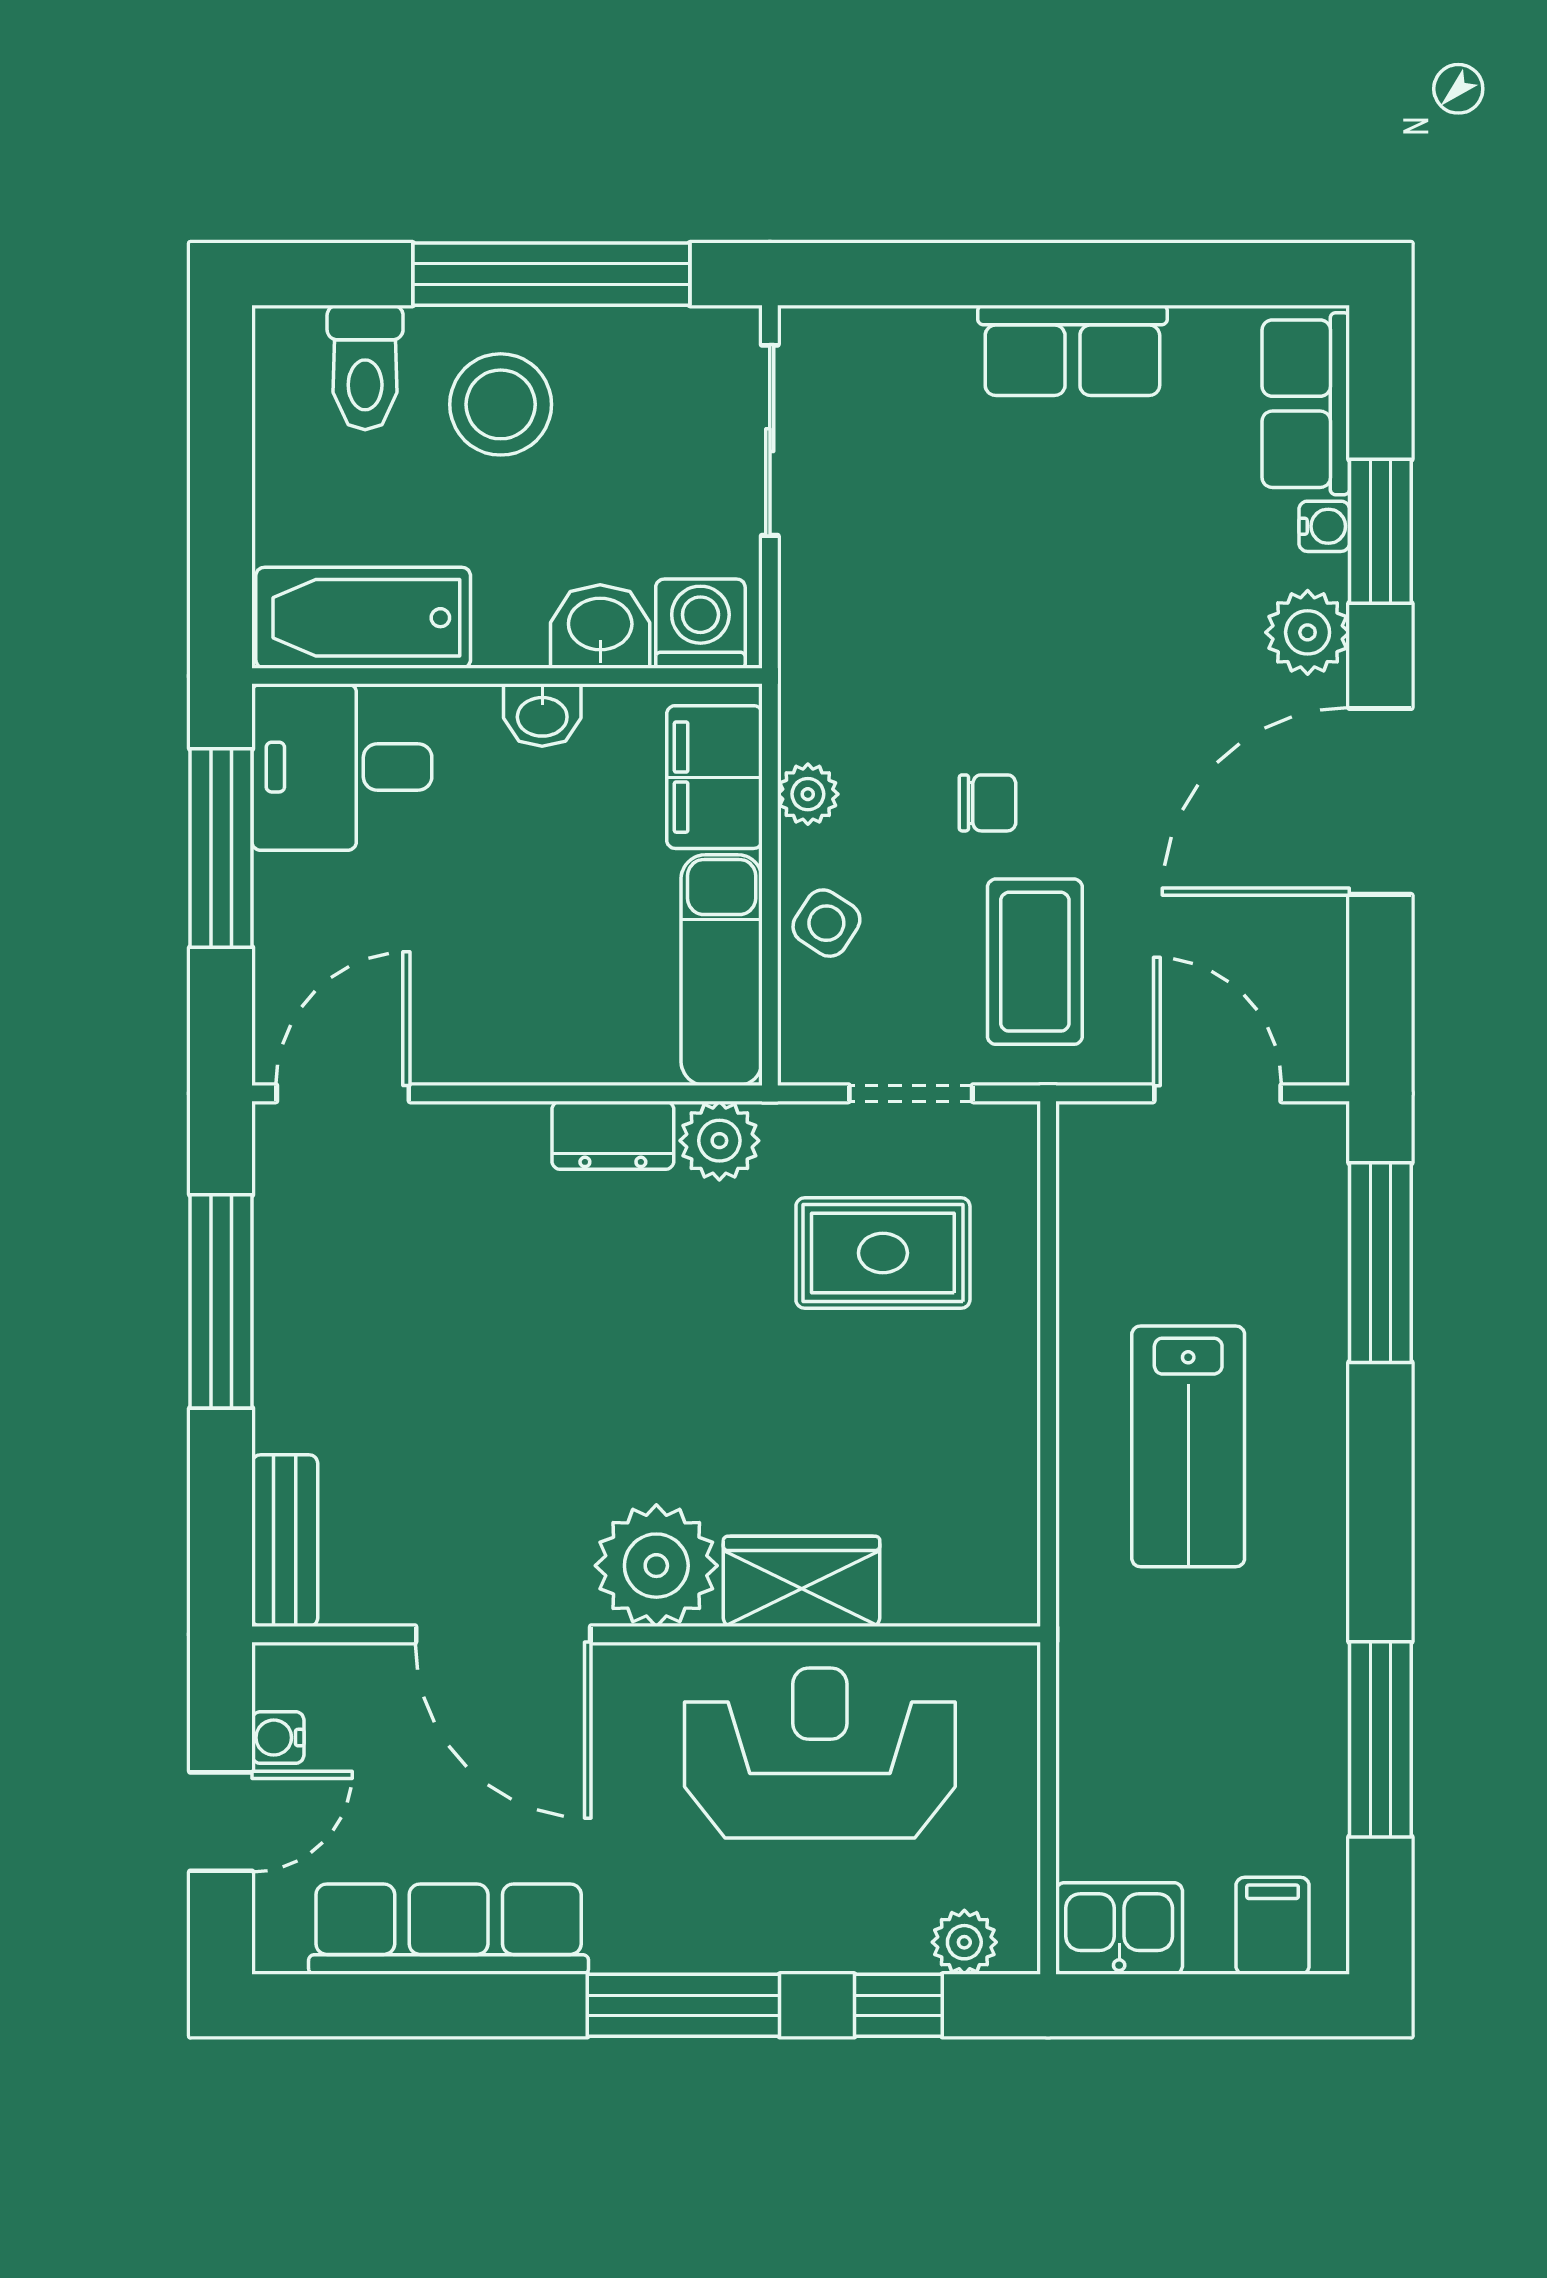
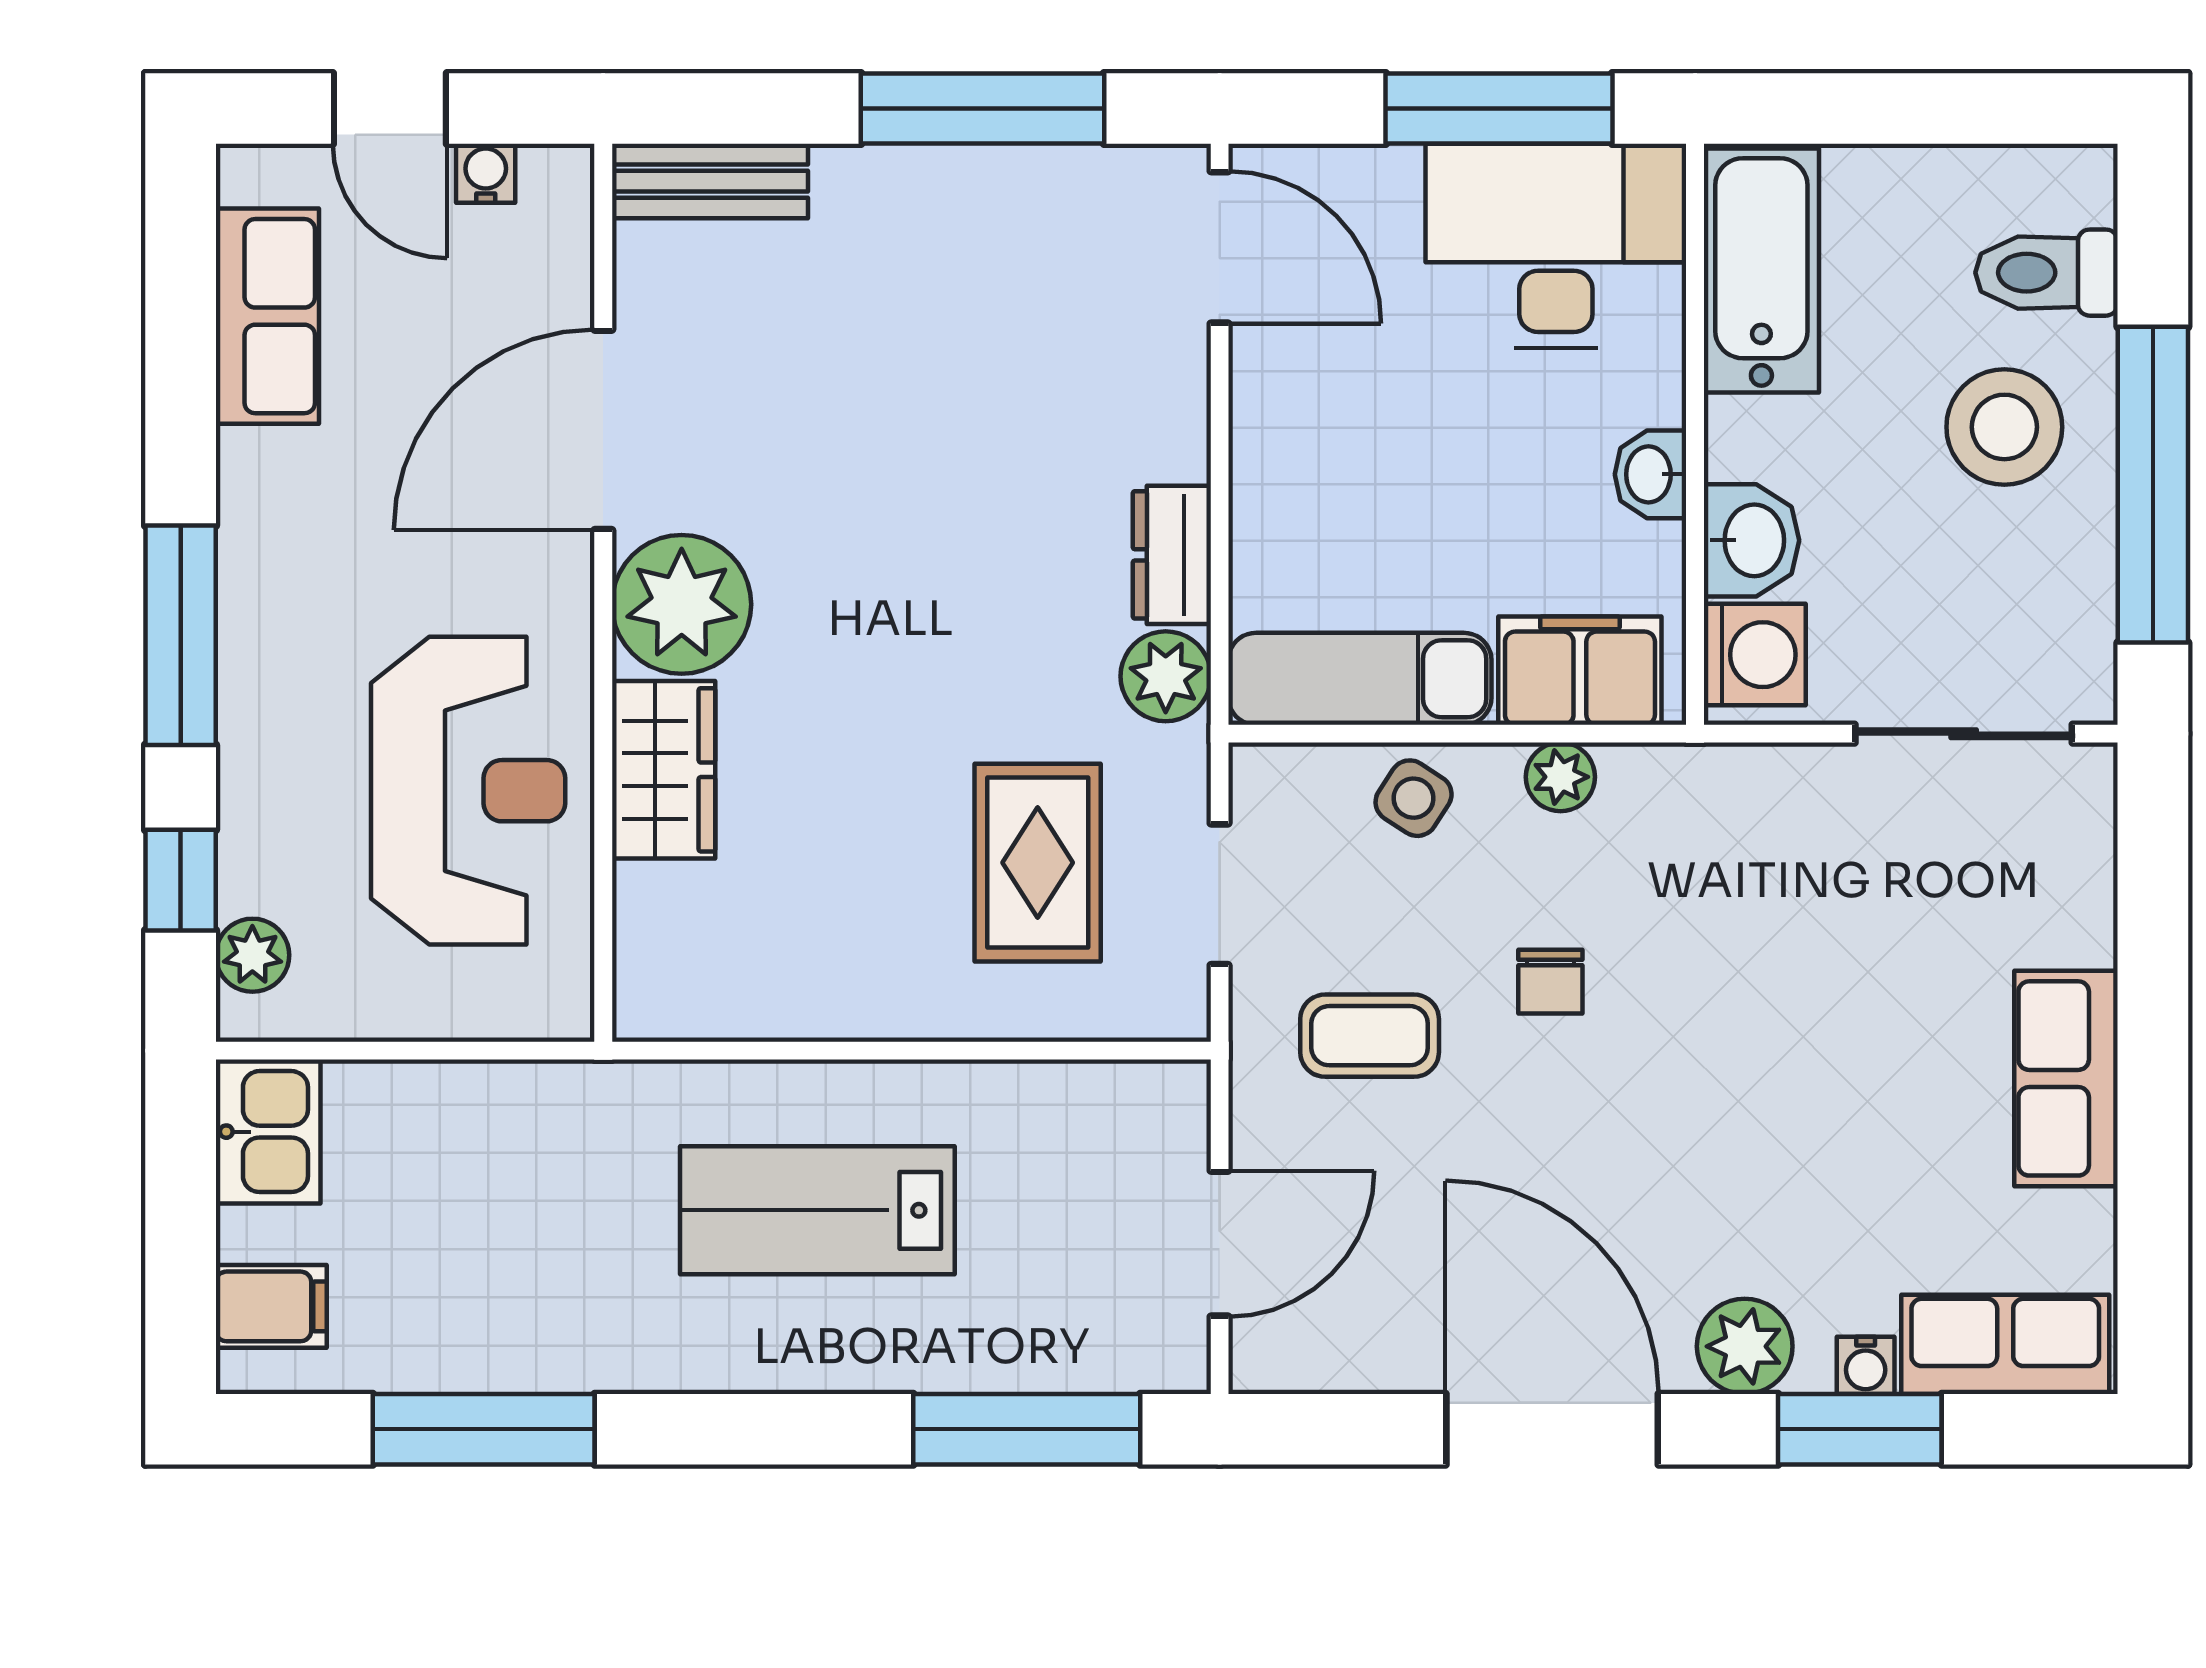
desk: (342, 767) -> (1556, 246), width x1.37
coffee table: (1035, 962) -> (1370, 1036), width x0.73, depth x0.77
row of seats: (449, 1929) -> (267, 316), width x0.68

